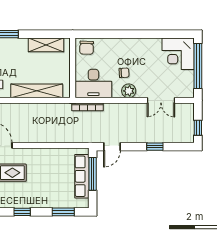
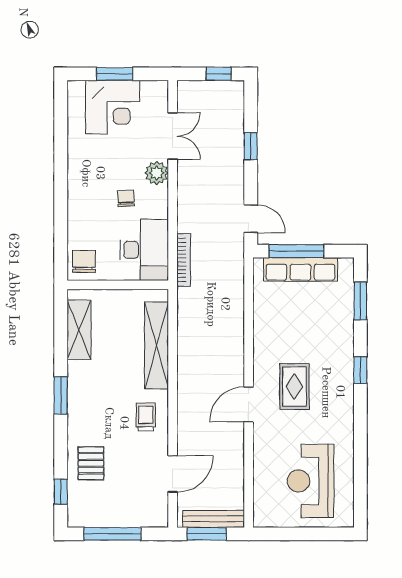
chair: (87, 48) -> (84, 262), turned -92
corner desk: (178, 54) -> (113, 107), moved
window: (198, 66) -> (115, 74), width x0.47
plant: (129, 91) -> (157, 173), moved

